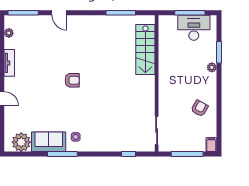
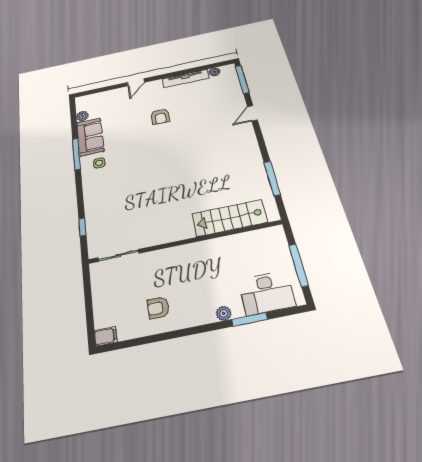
desk: (194, 28) -> (267, 293), moved, turned 90
tv unit: (9, 63) -> (186, 78), width x1.41
armchair: (72, 80) -> (160, 117), moved
armchair: (200, 108) -> (158, 308), turned 151
plant: (21, 142) -> (82, 116), width x0.53, depth x0.53
window: (187, 154) -> (89, 304), removed

